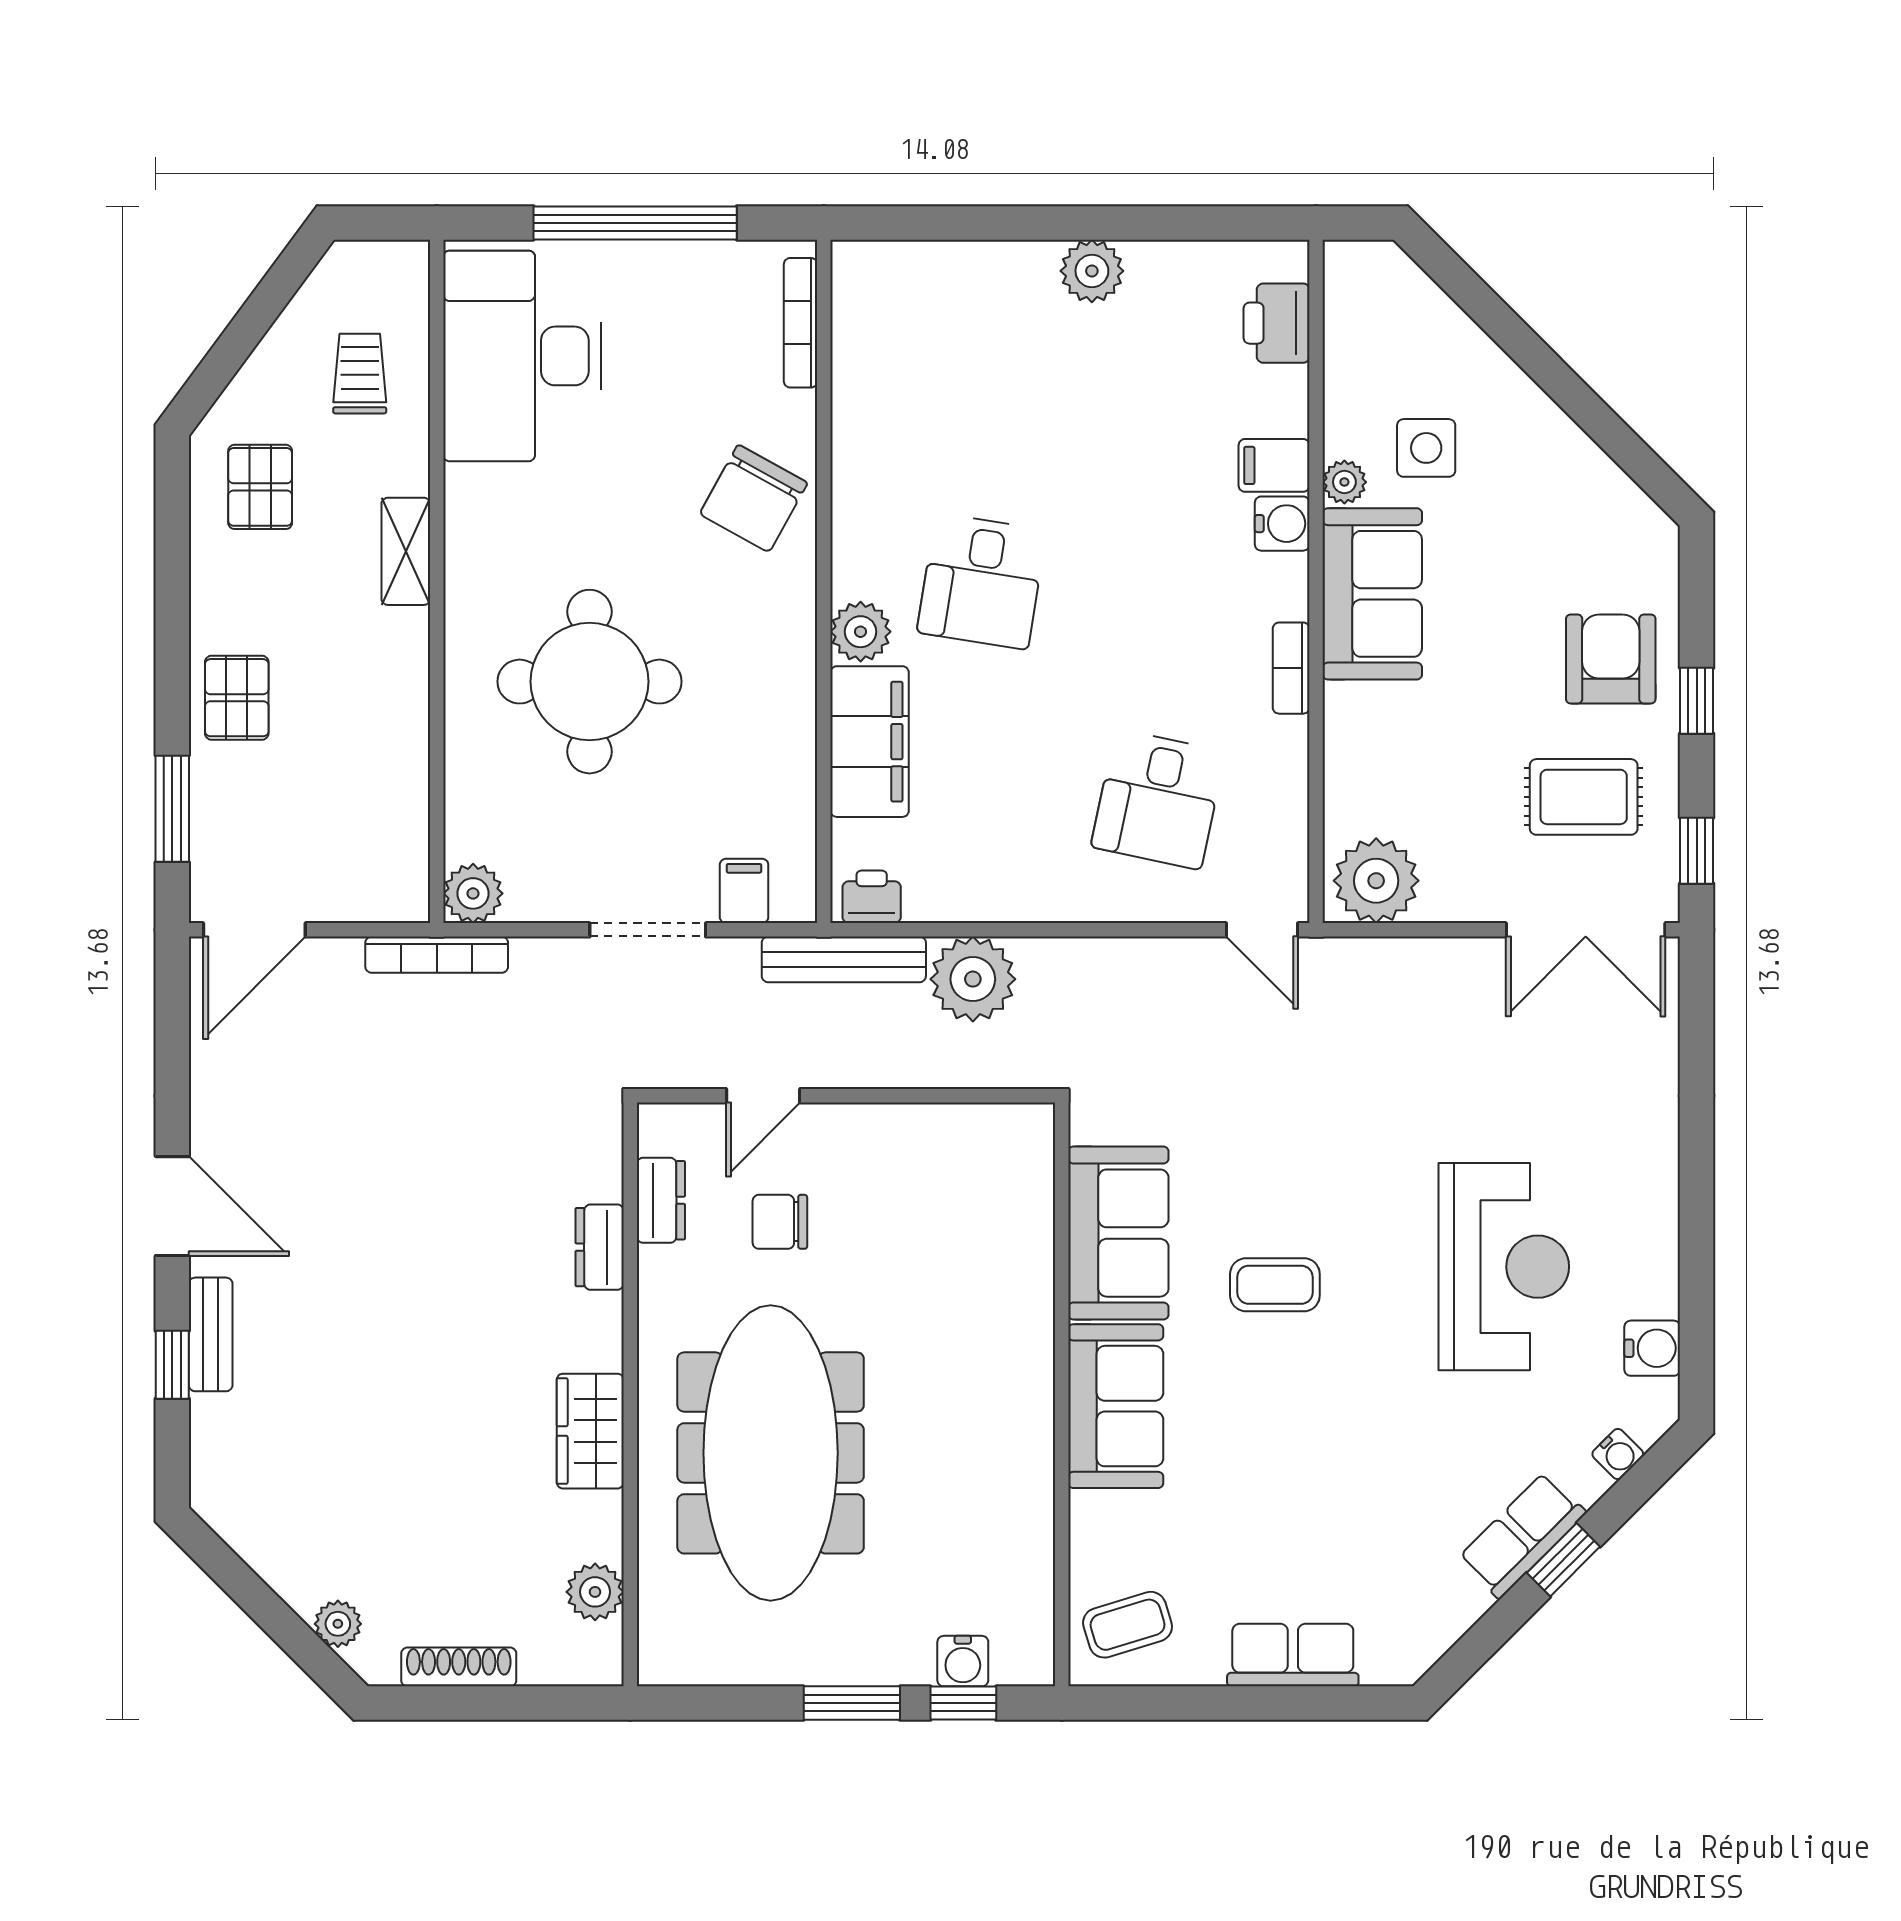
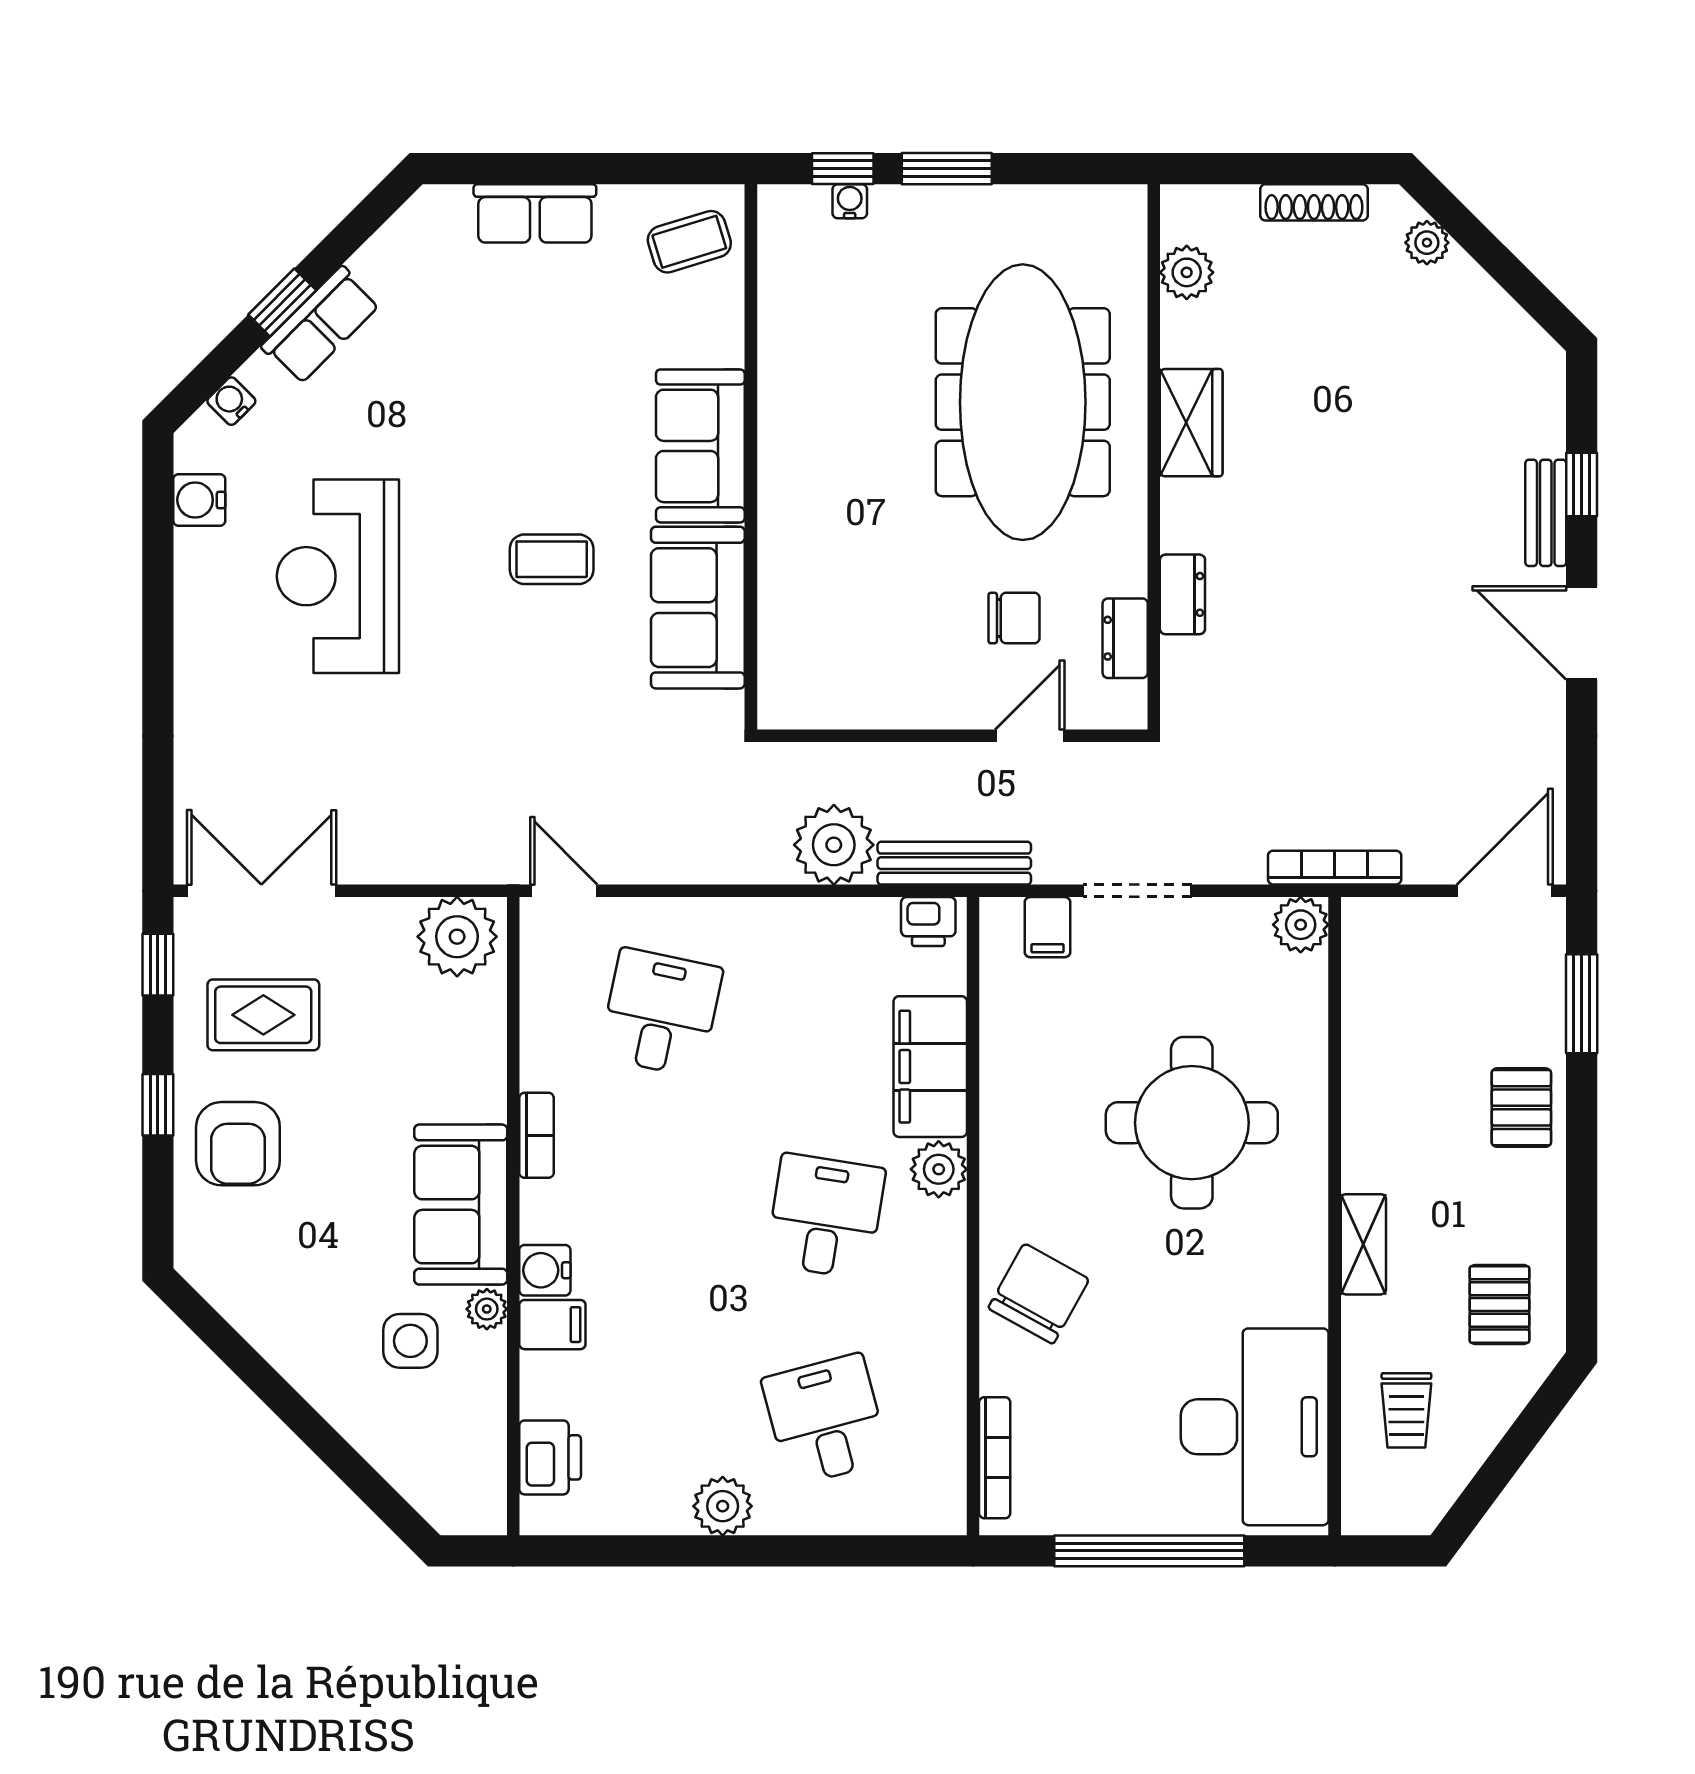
desk: (982, 363) -> (825, 1420), added
water cooler: (963, 1661) -> (850, 201), width x0.72, depth x0.72

